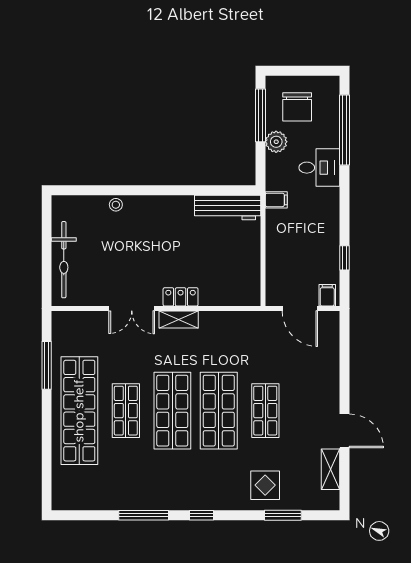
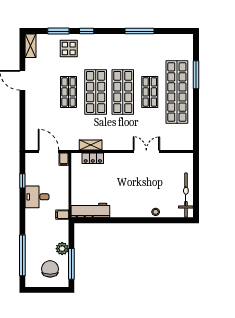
desk: (319, 168) -> (37, 197), moved
bicycle: (64, 260) -> (186, 195), moved
filing cabinet: (327, 295) -> (64, 159), moved
locker: (181, 297) -> (93, 158), moved
shelving: (179, 319) -> (91, 145), moved
window: (47, 365) -> (196, 75), moved
shelving: (331, 469) -> (31, 46), moved
window: (201, 515) -> (87, 31), moved

